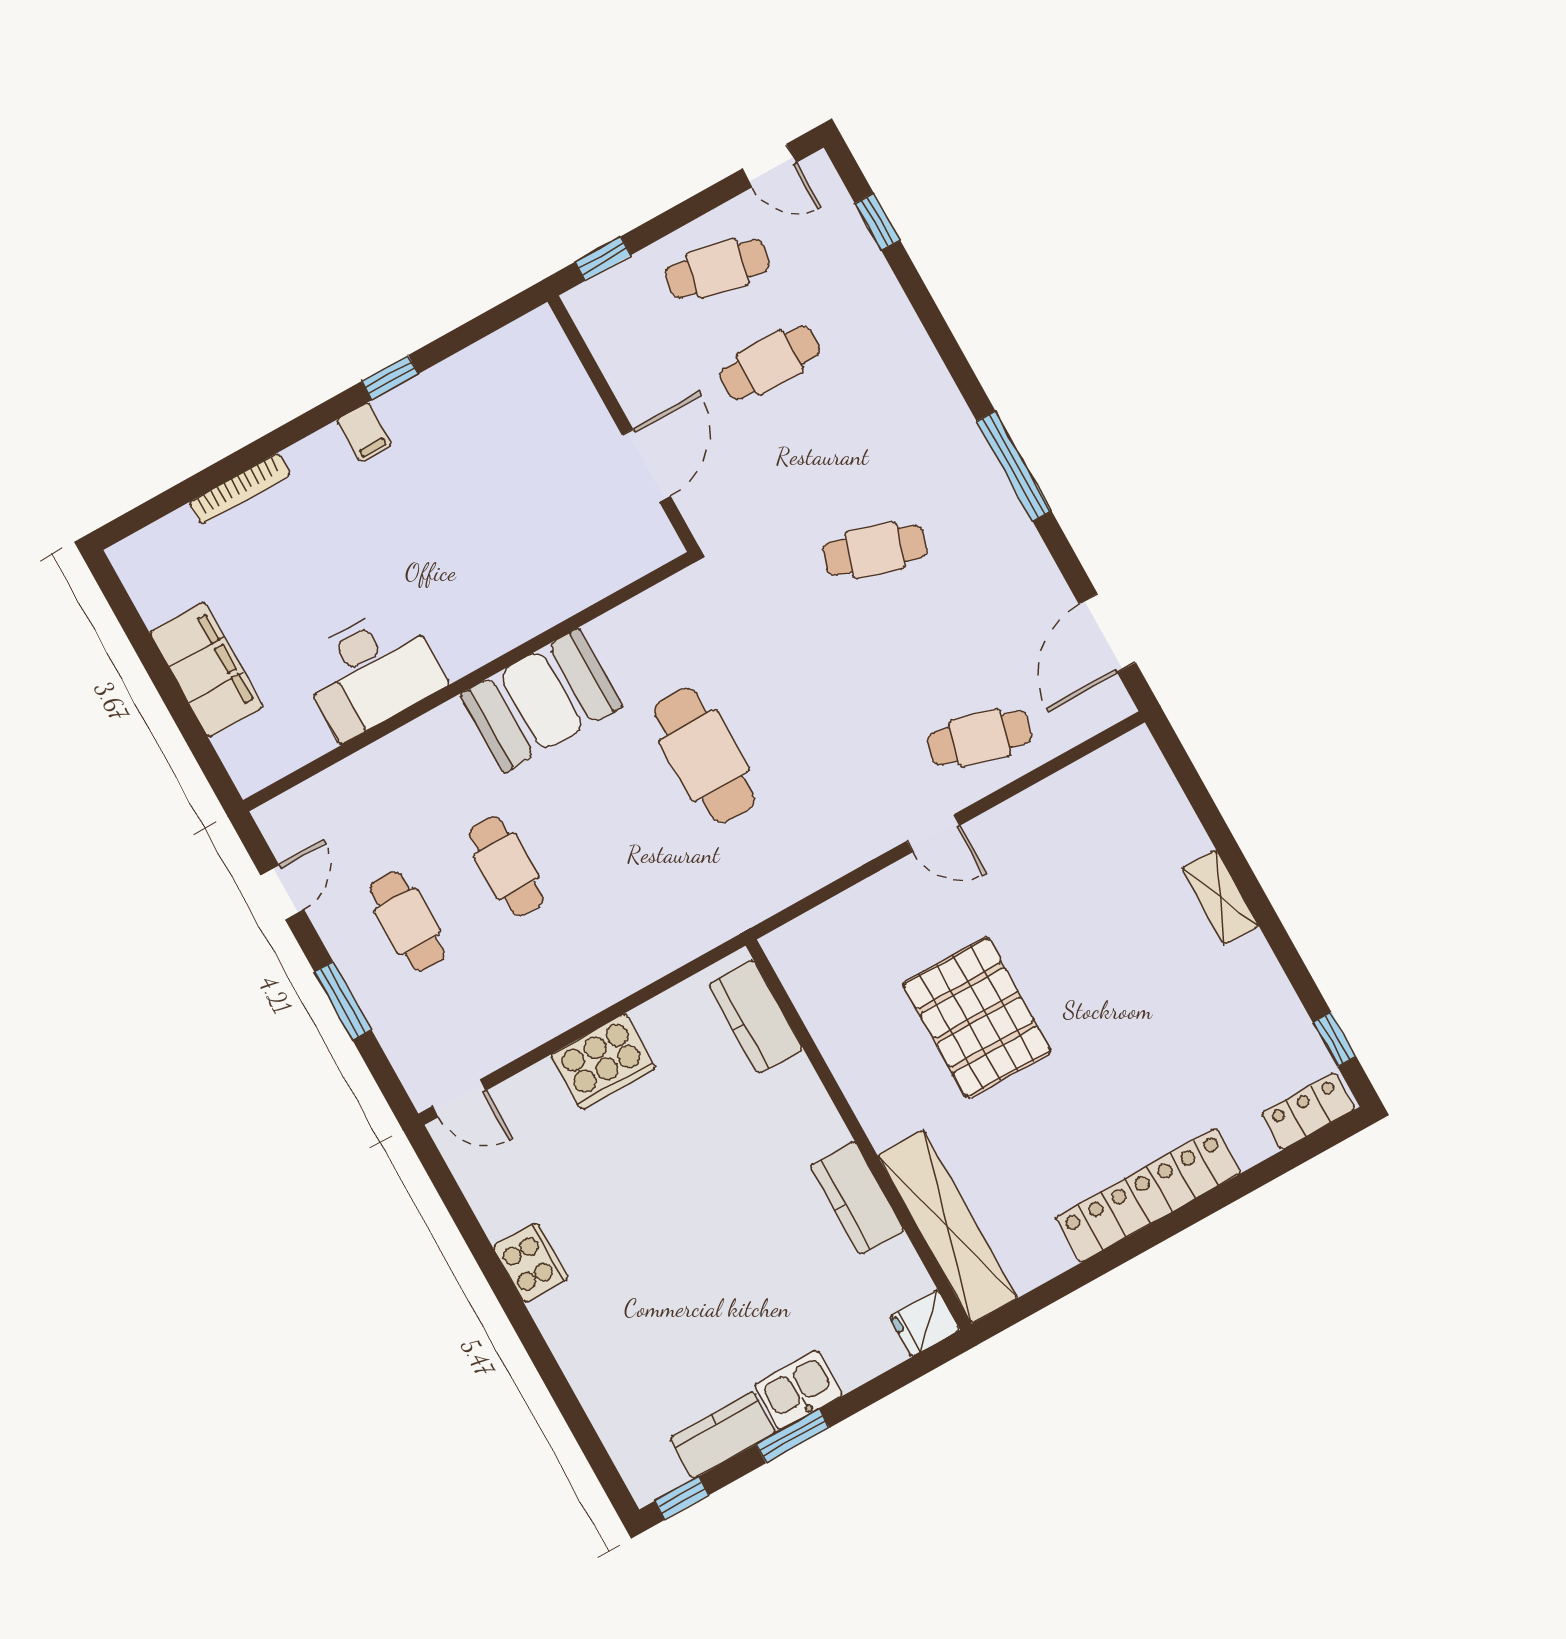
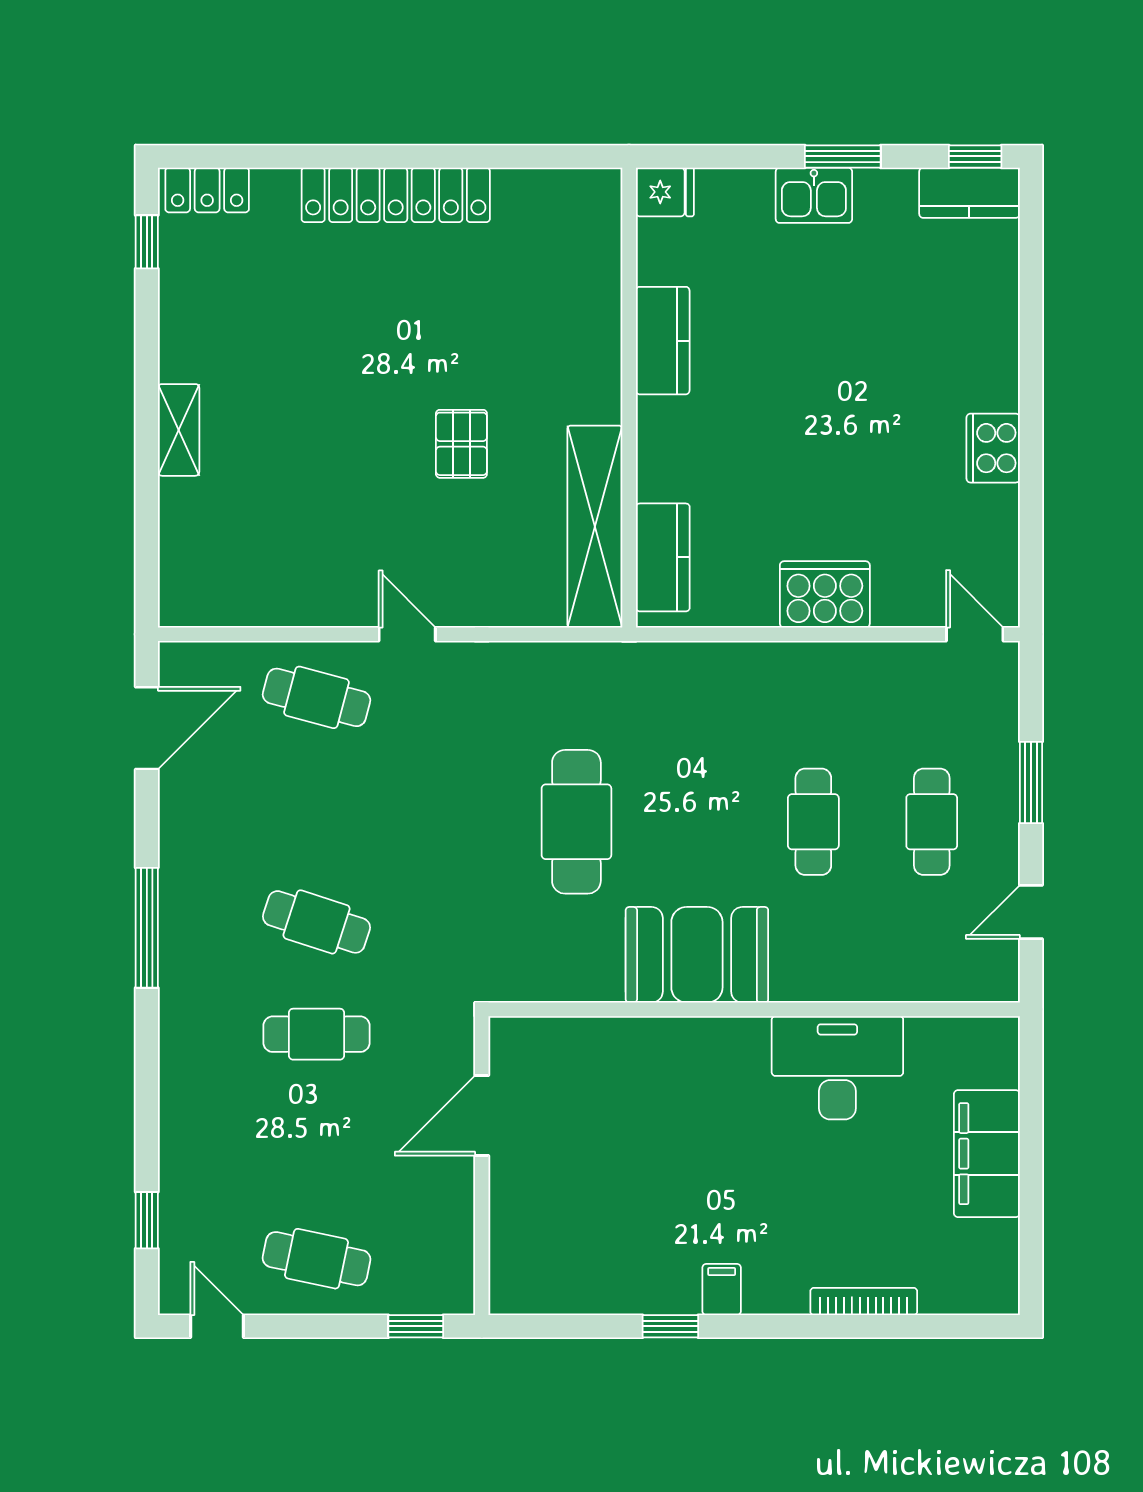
cafe table: (770, 363) -> (316, 1034), moved
pallet: (977, 1018) -> (461, 444), width x0.49, depth x0.50
shelving: (947, 1226) -> (595, 527), moved
kitchen counter: (723, 1435) -> (969, 193), moved

